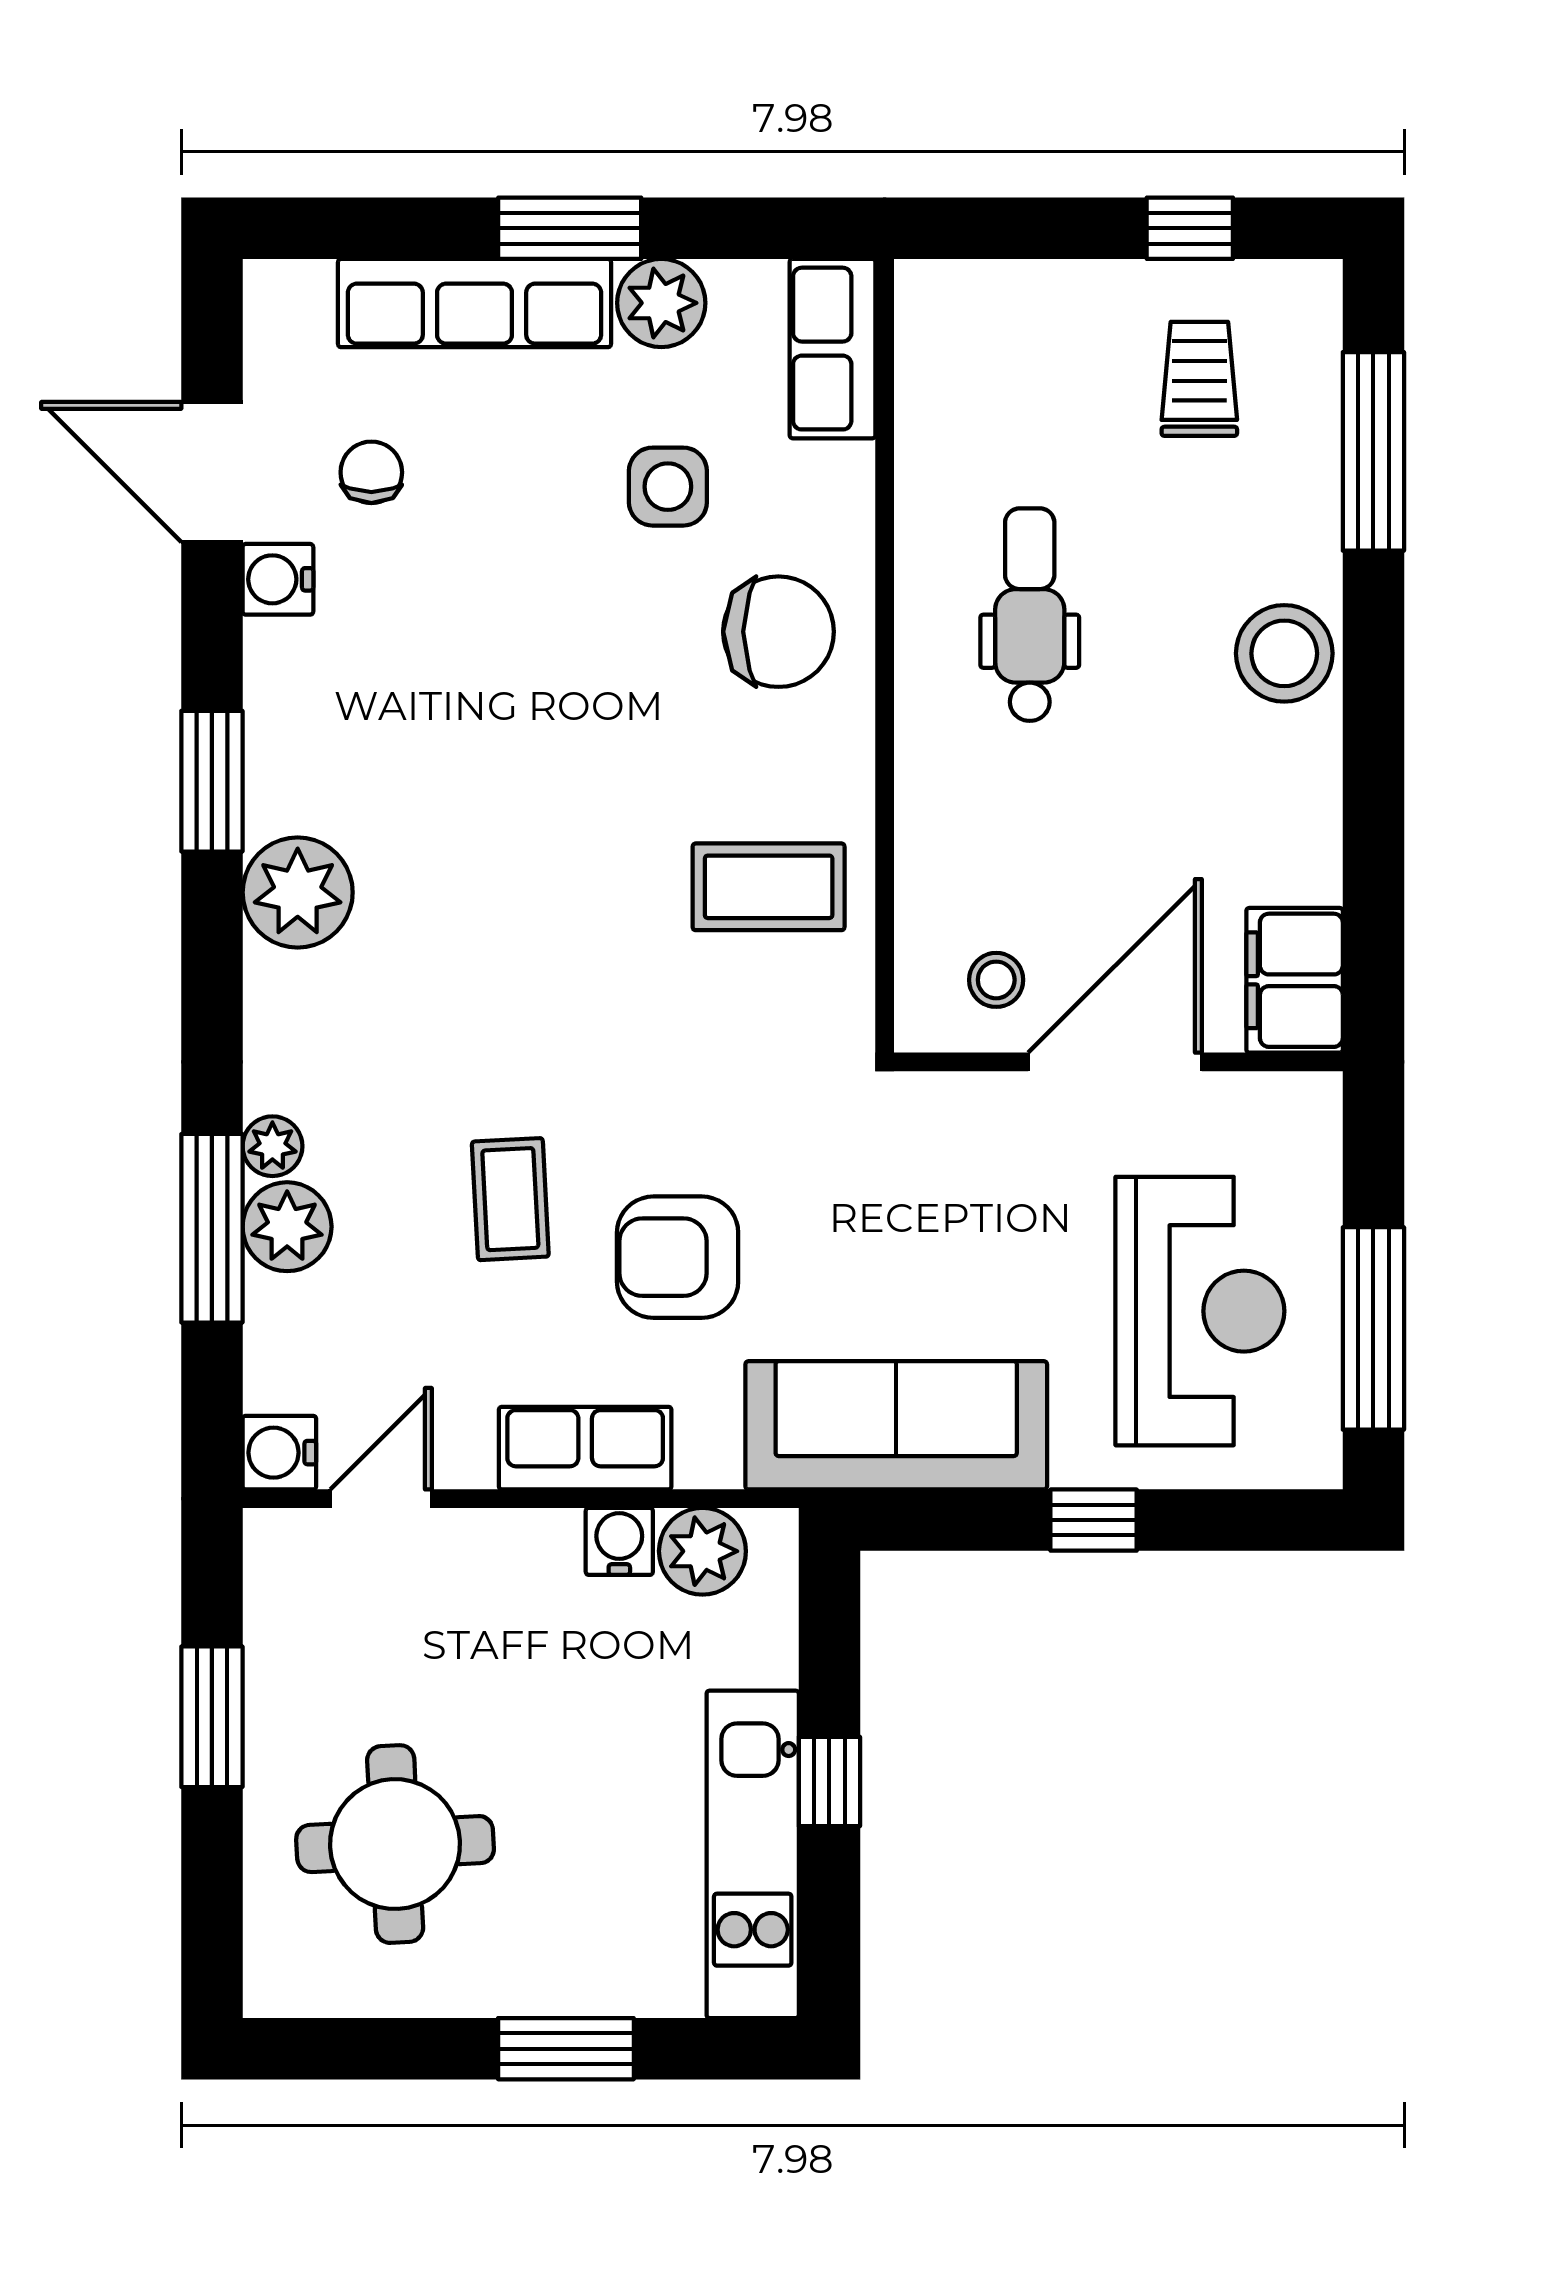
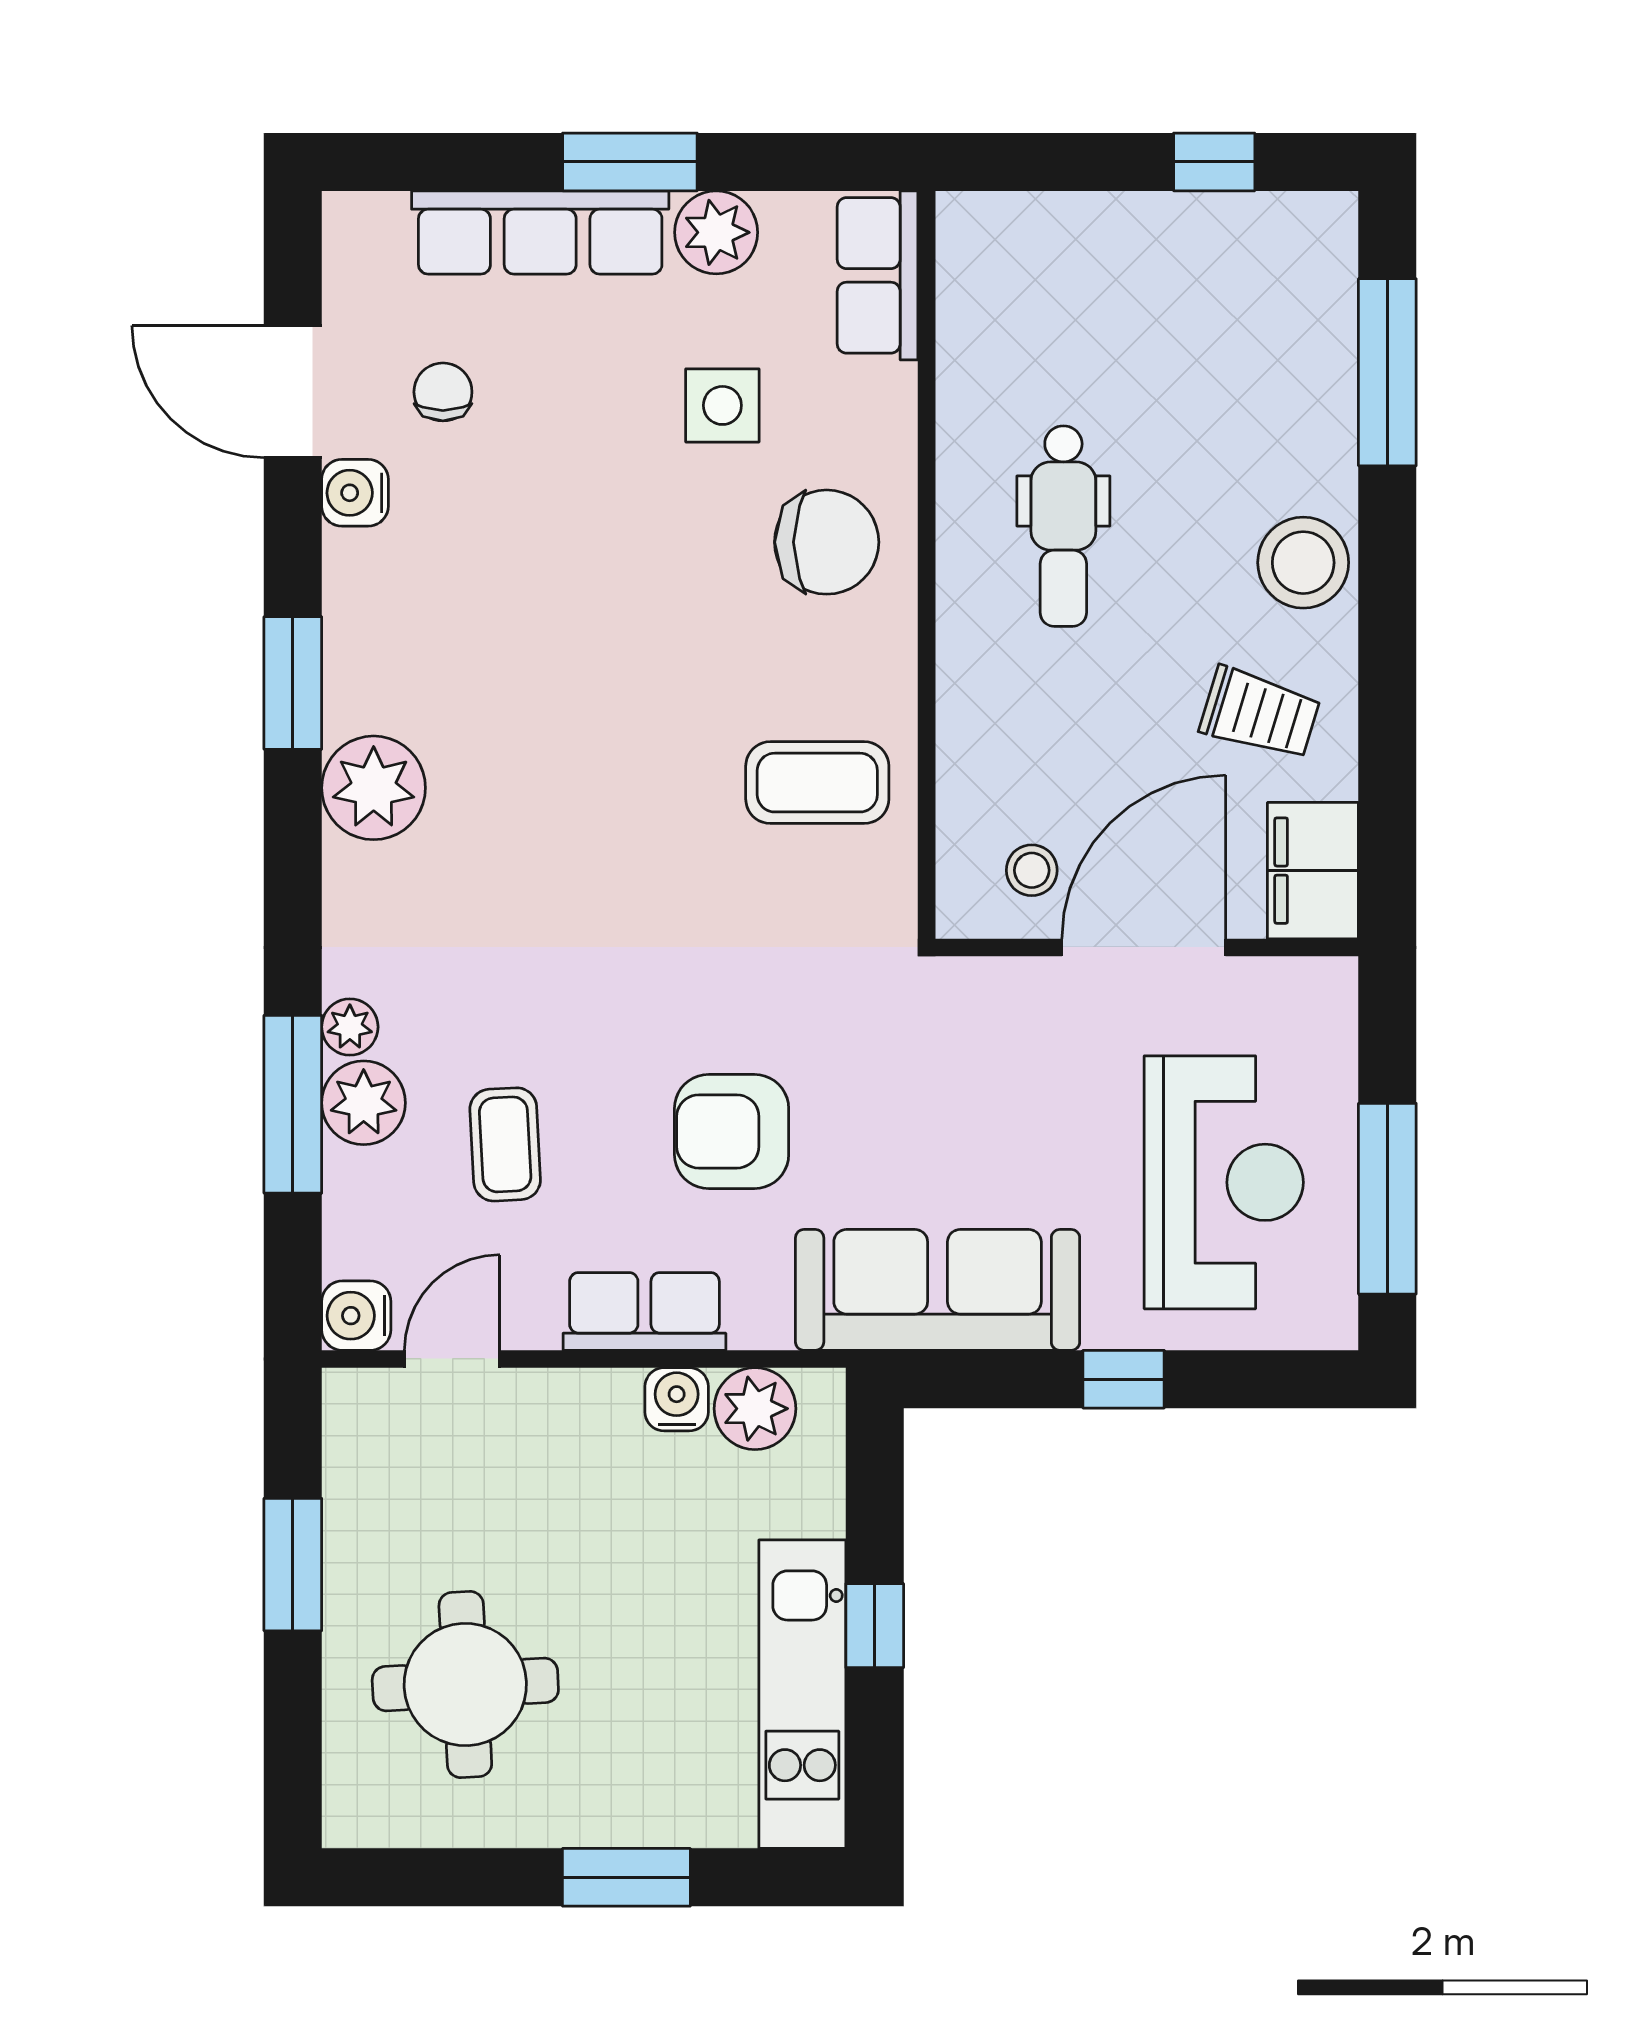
trolley: (1199, 379) -> (1260, 713), moved, turned 107
dental chair: (1030, 615) -> (1063, 526), turned 180
coffee table: (510, 1199) -> (505, 1144), moved

